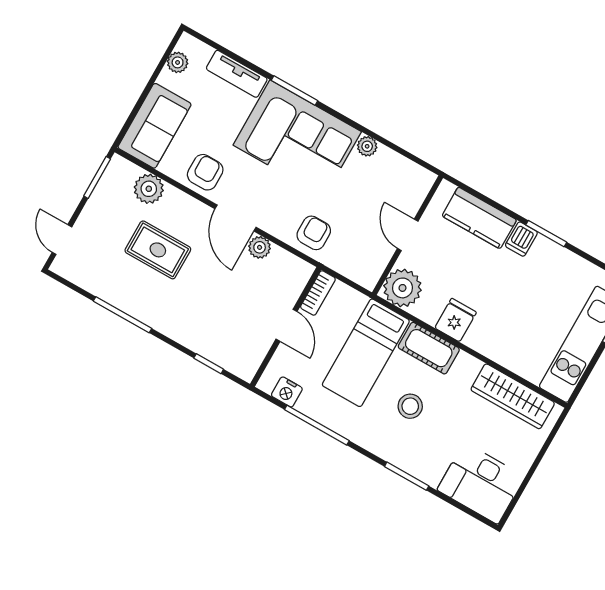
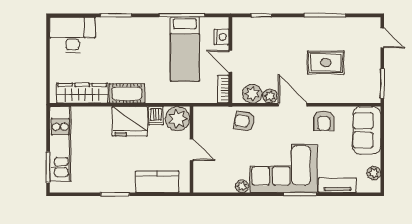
plant: (149, 189) -> (252, 94), moved
armchair: (314, 233) -> (244, 121), turned 99
dishwasher: (521, 239) -> (156, 116), moved, turned 180
fridge: (456, 320) -> (130, 121), width x1.88, depth x1.34
cot: (429, 348) -> (127, 93), moved
bed: (366, 353) -> (185, 49), moved, turned 180
nightstand: (287, 392) -> (221, 37), moved, turned 90
stool: (410, 406) -> (136, 55), removed

